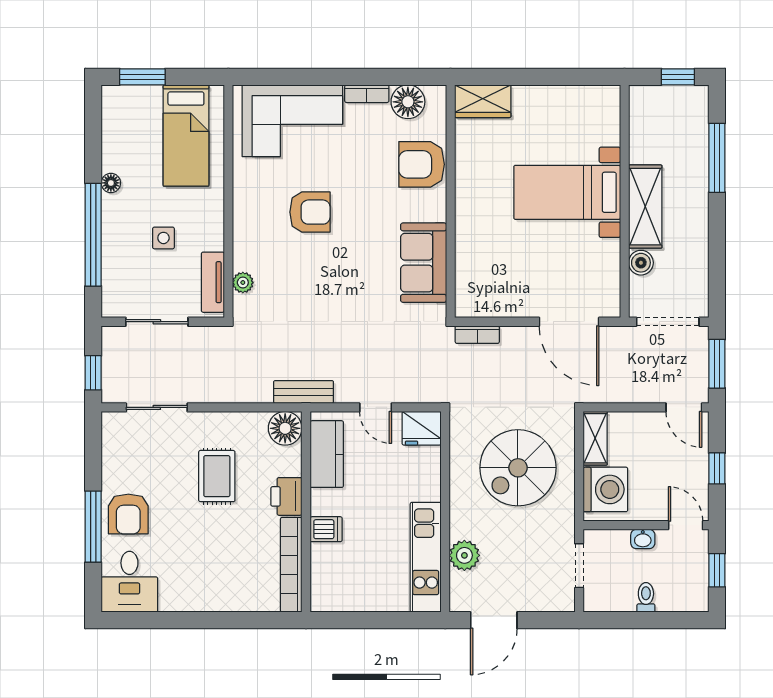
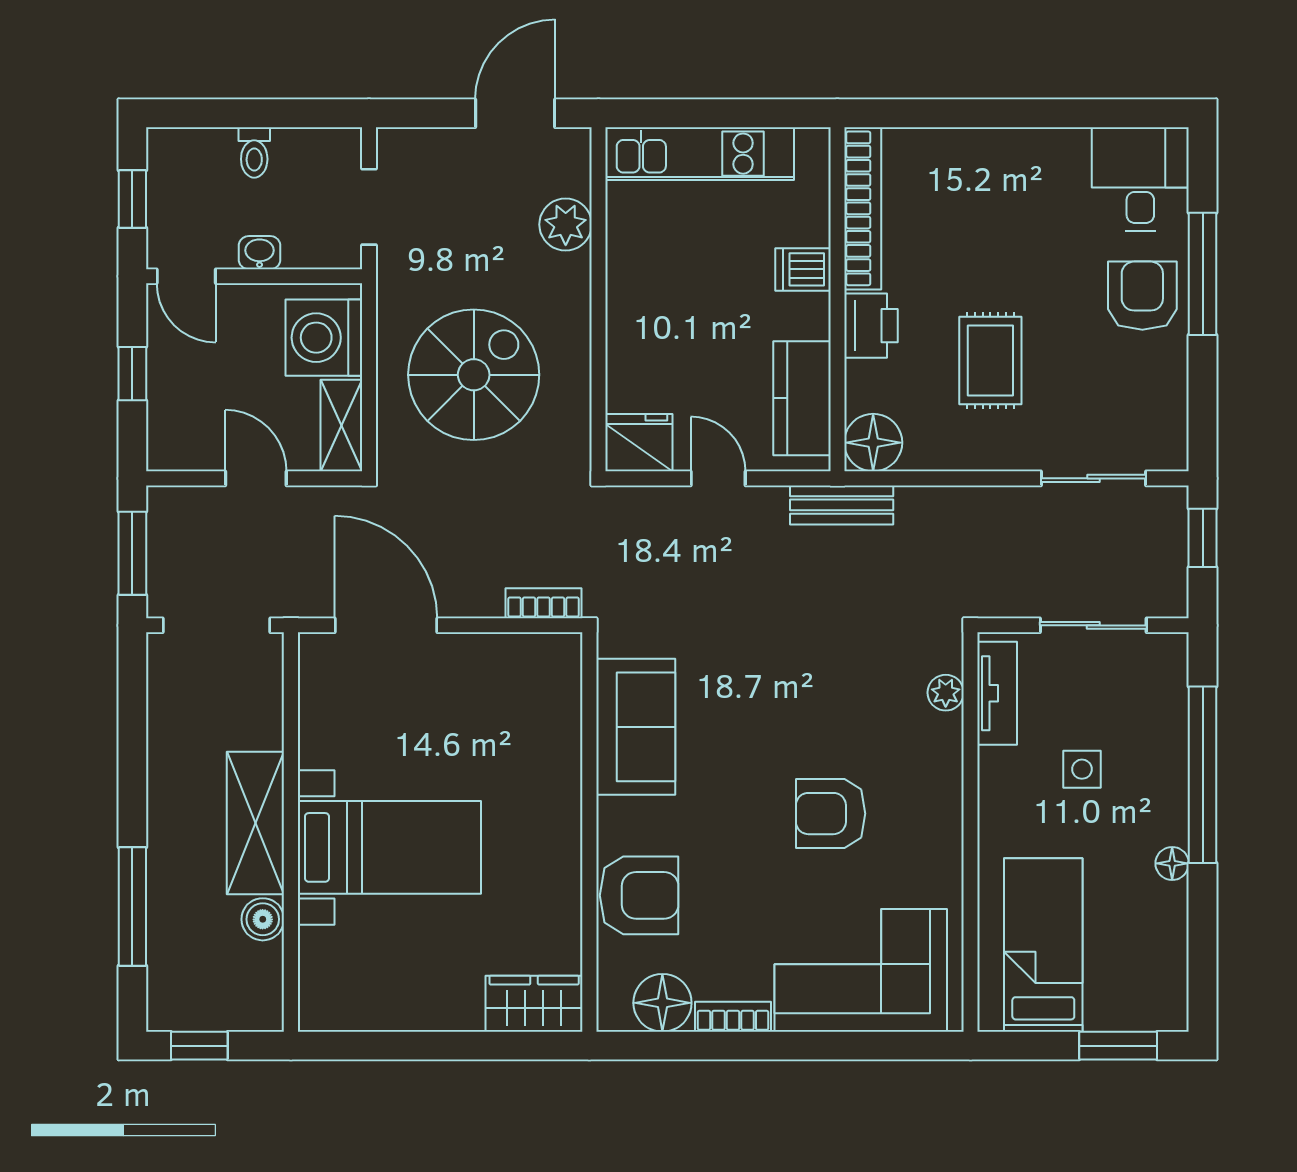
boiler: (641, 263) -> (263, 919), moved
door: (684, 407) -> (256, 478), moved
kitchen unit: (426, 557) -> (700, 154), moved, turned 90

